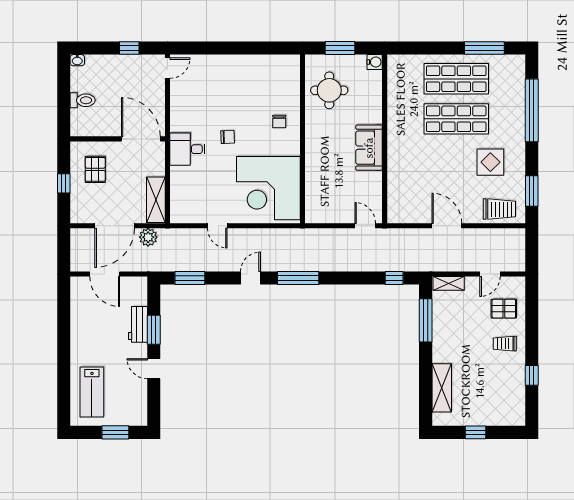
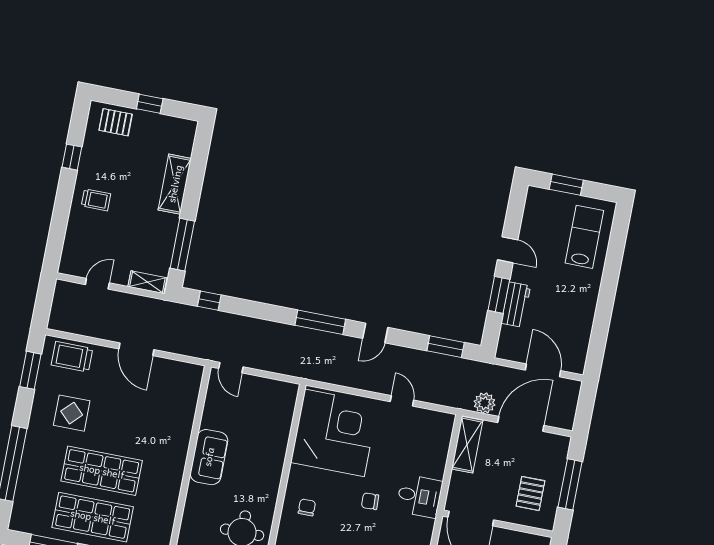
window: (64, 183) -> (570, 484), width x2.17
pallet: (504, 309) -> (116, 122), moved
shelving: (442, 388) -> (175, 184), moved

